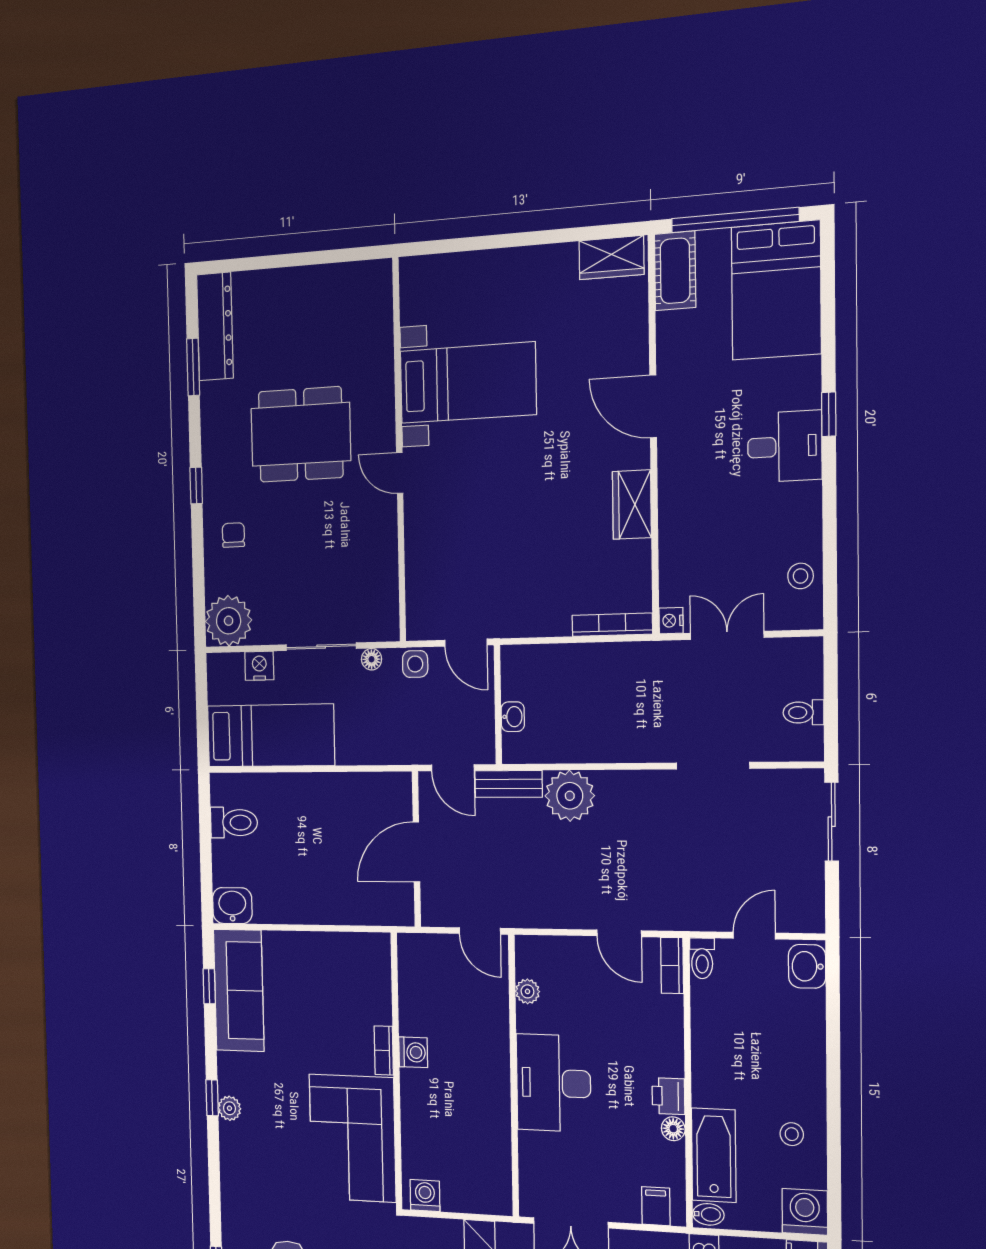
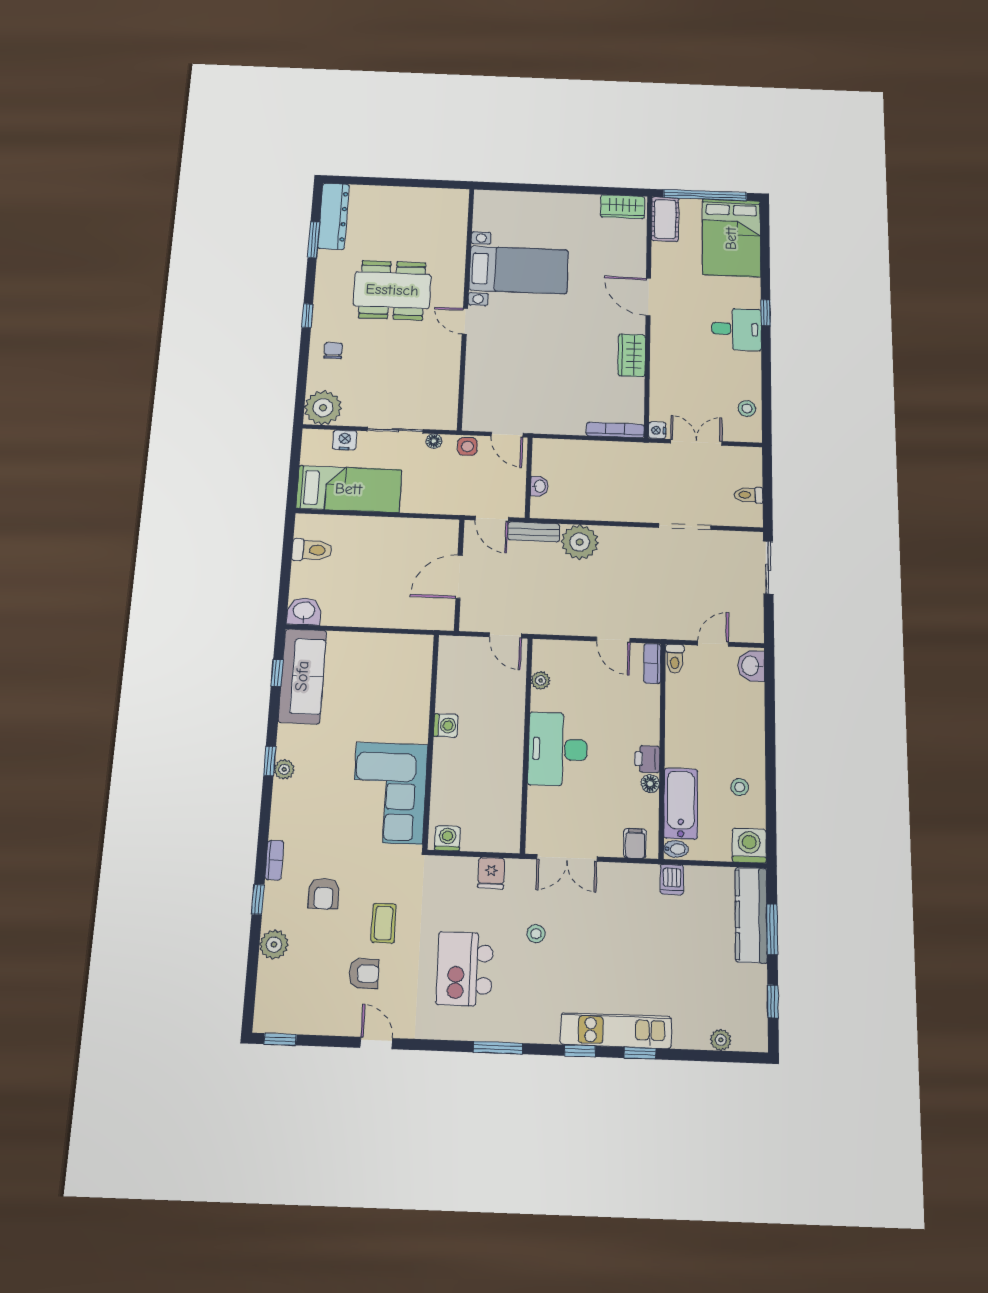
bookcase: (384, 1050) -> (274, 860), moved, turned 180

